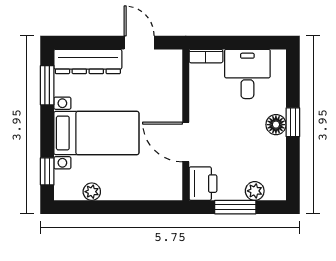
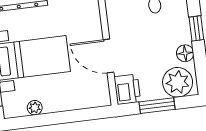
floor lamp: (276, 125) -> (185, 53), moved
plant: (255, 191) -> (178, 82), width x1.88, depth x1.88

